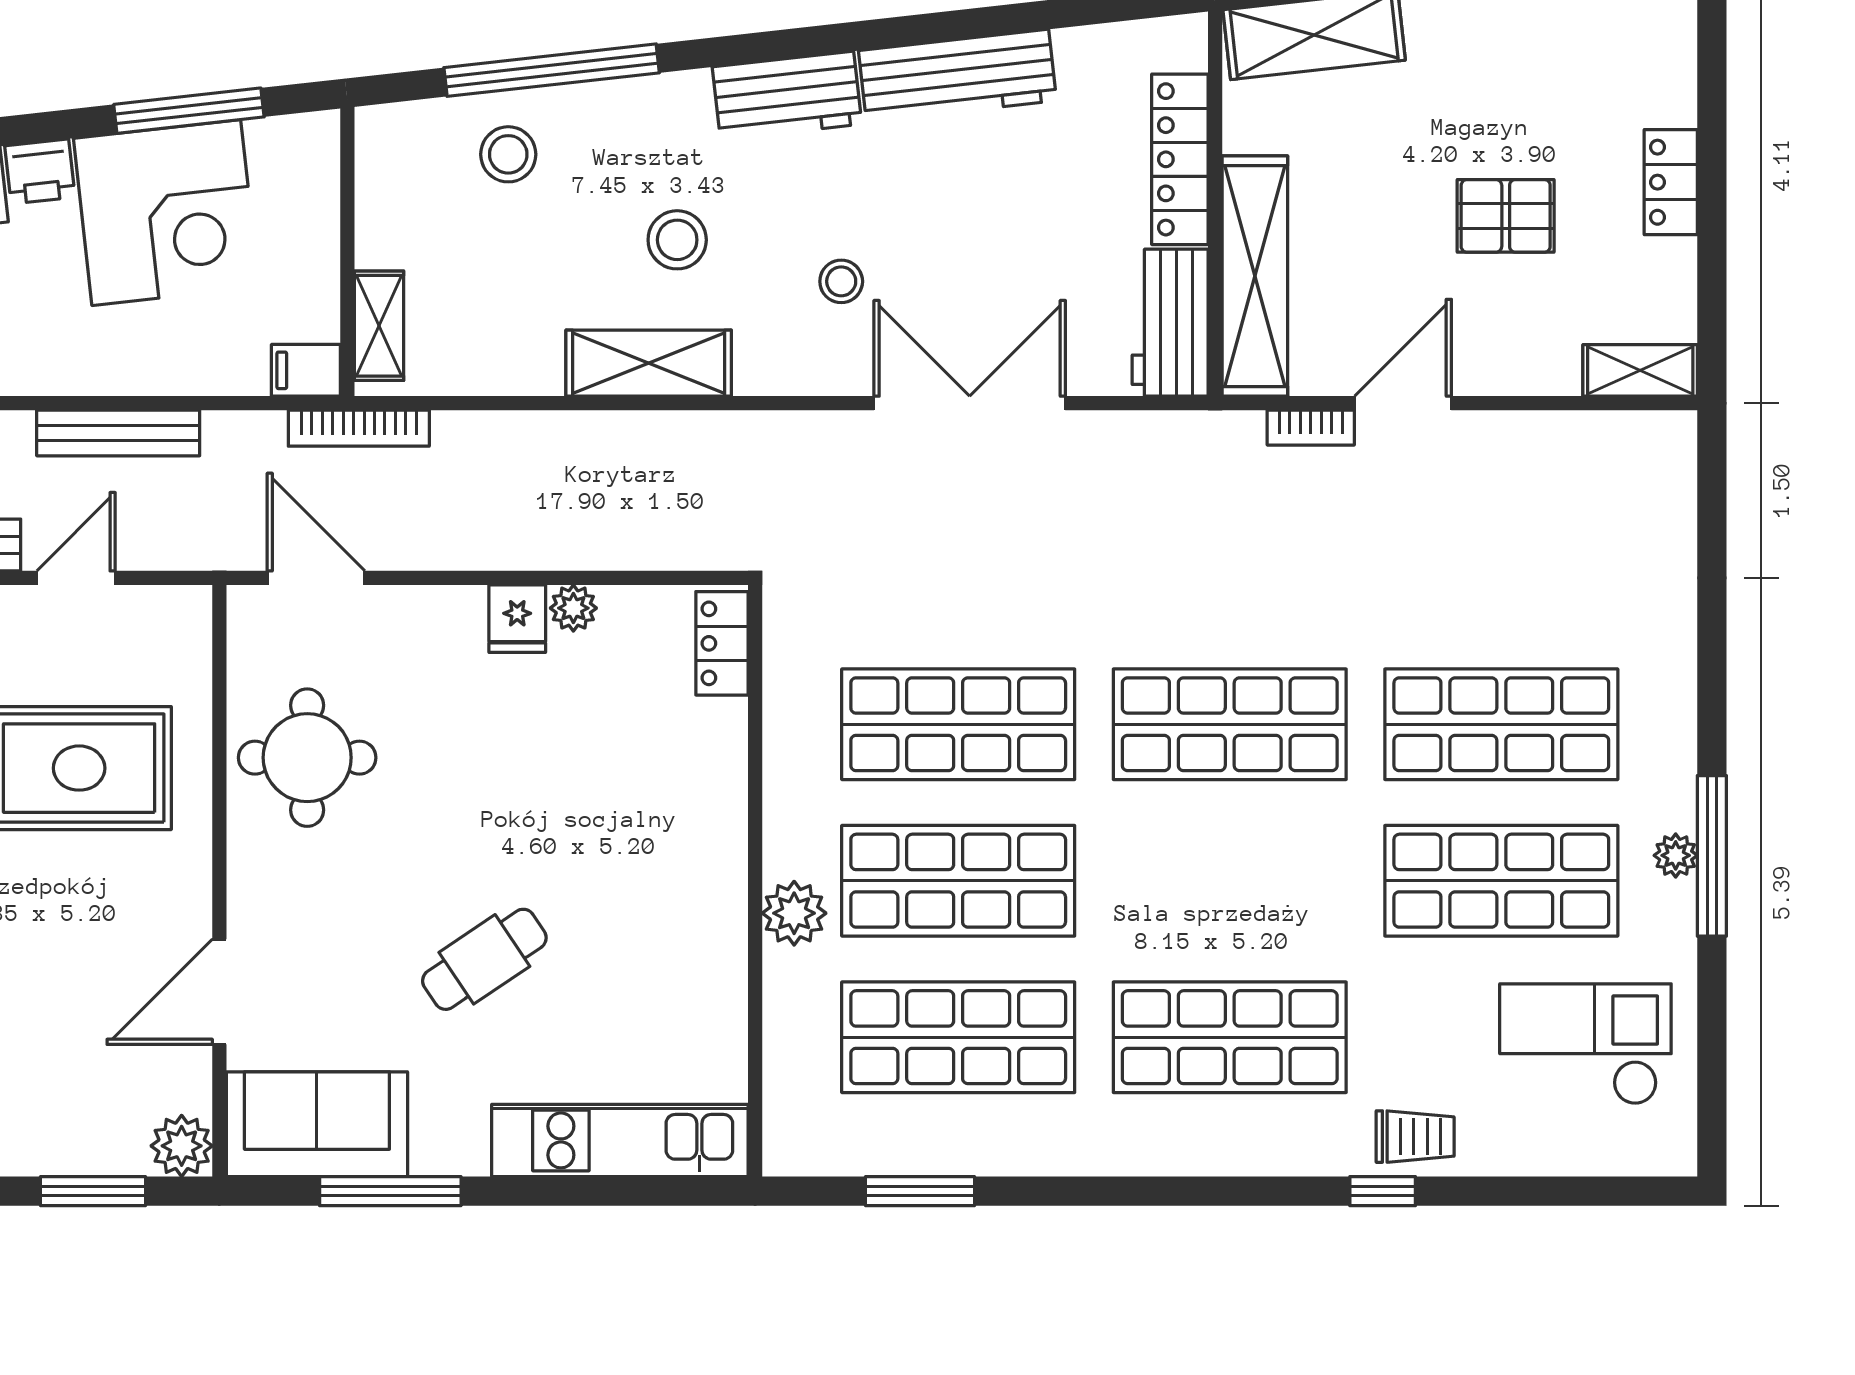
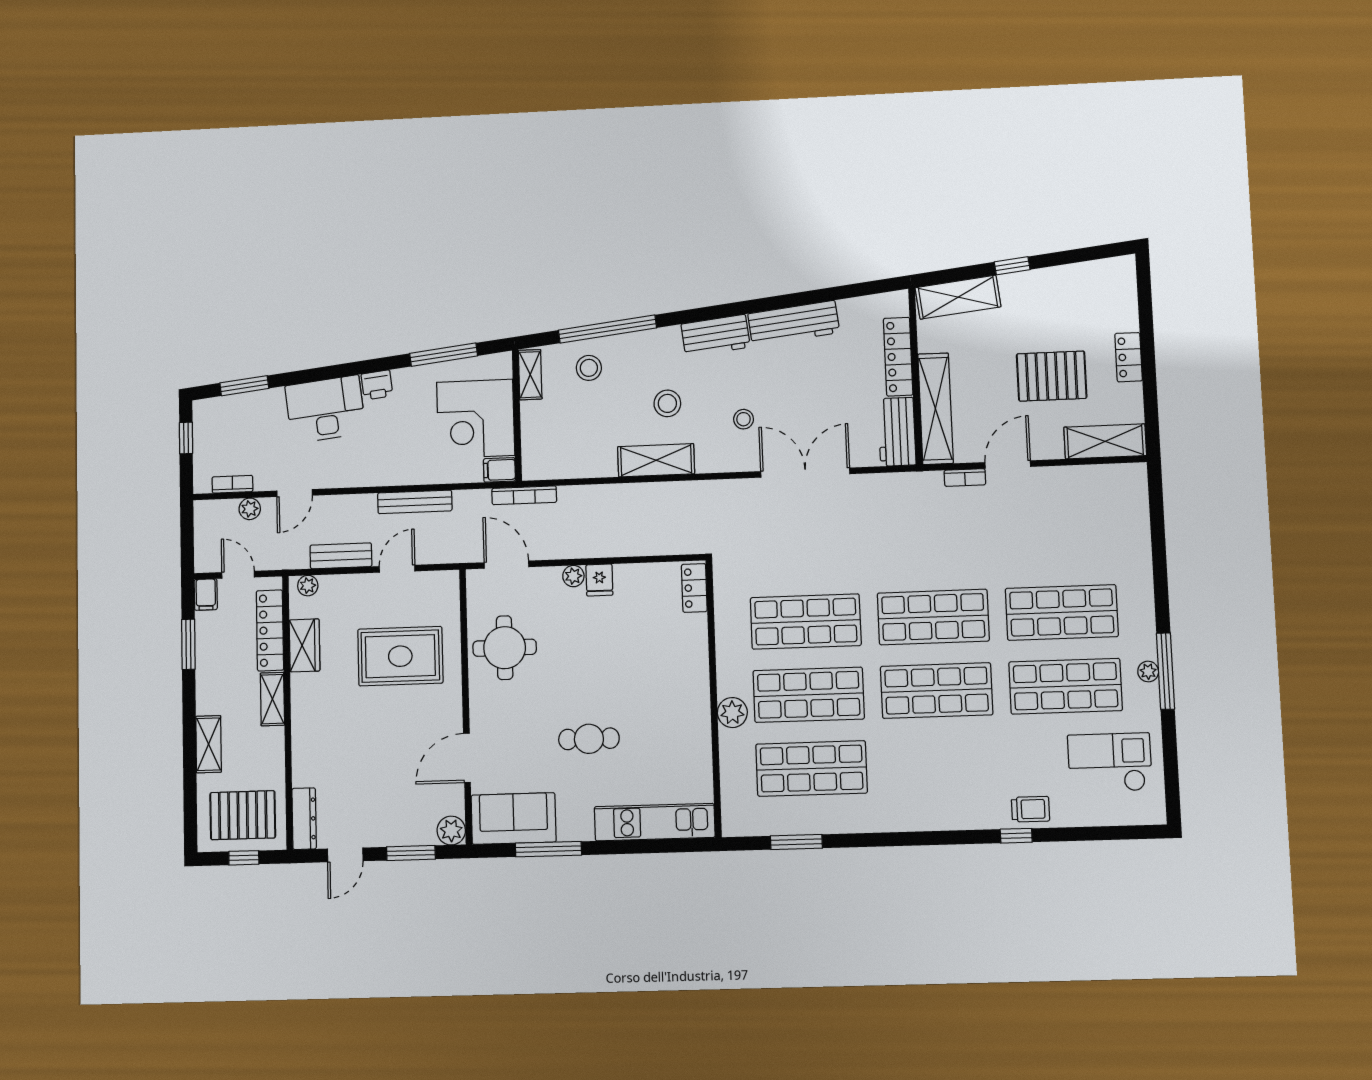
corner desk: (166, 213) -> (476, 419), moved, turned 96
pallet: (1506, 216) -> (1052, 376), width x1.50, depth x1.42
shelving: (379, 326) -> (530, 375), moved
shelving: (1640, 370) -> (1105, 441), width x1.50, depth x1.33
plant: (573, 608) -> (573, 576), moved
cafe table: (484, 959) -> (589, 739), turned 34
shop shelf: (1230, 1037) -> (937, 691), moved

